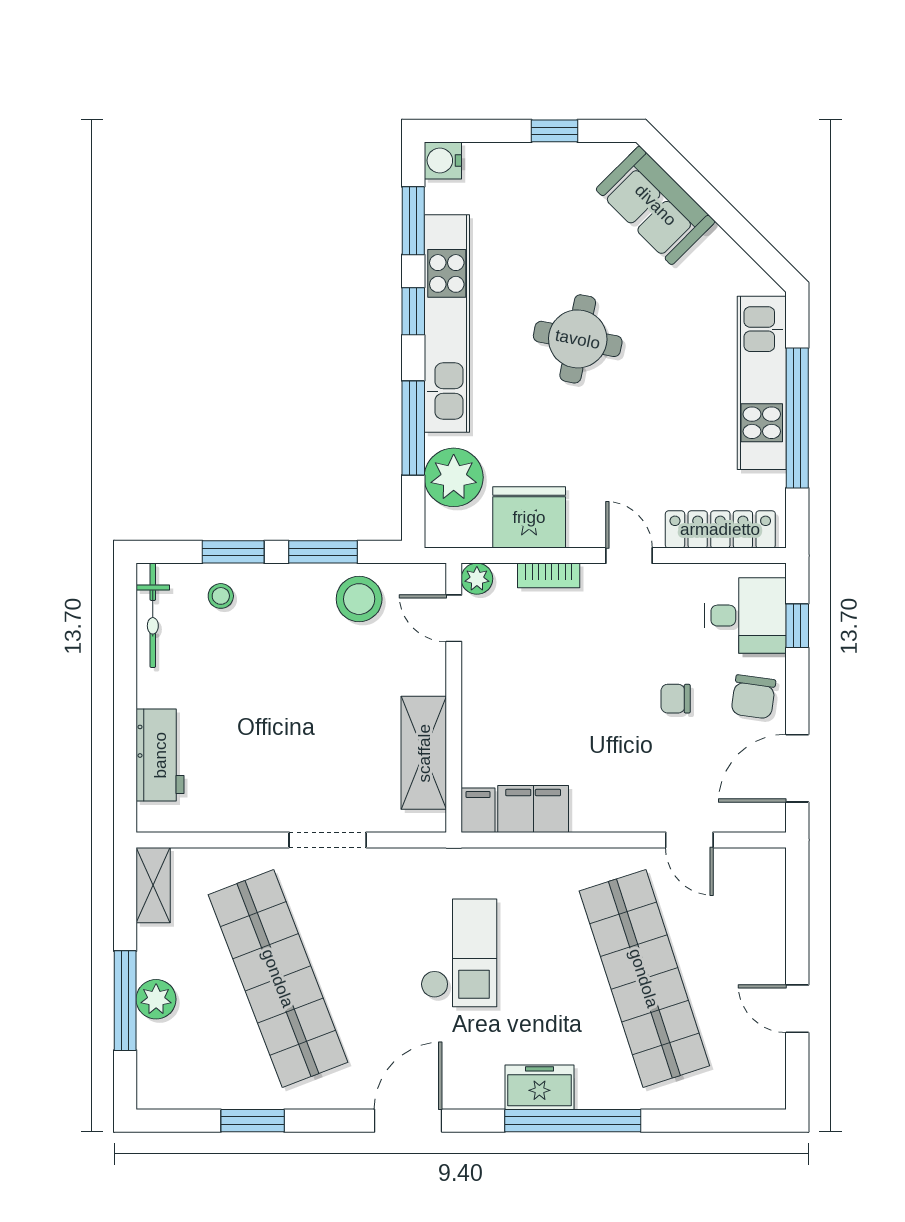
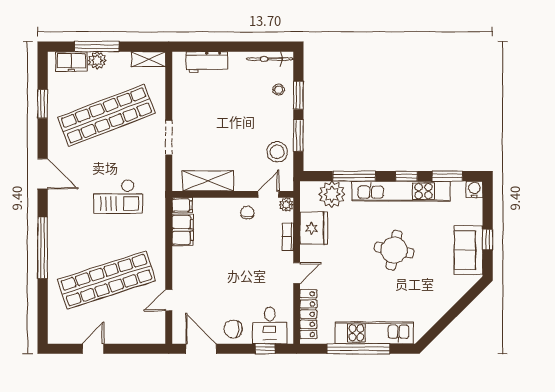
sofa: (656, 205) -> (469, 250), moved, turned -45
chair: (676, 699) -> (247, 213), moved
freezer: (539, 1087) -> (71, 62), moved, turned 90

